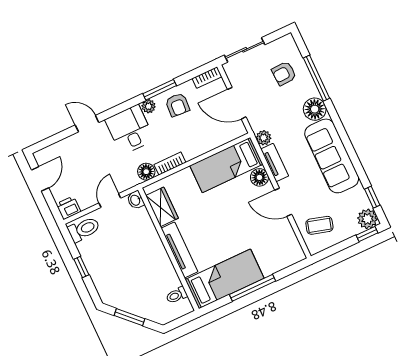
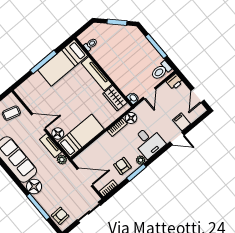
armchair: (284, 73) -> (60, 216), moved
filing cabinet: (74, 146) -> (182, 122), added
window: (81, 267) -> (156, 46), width x2.17

